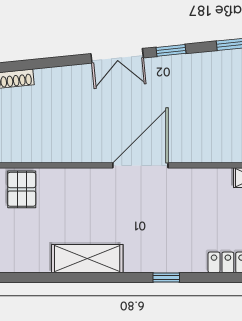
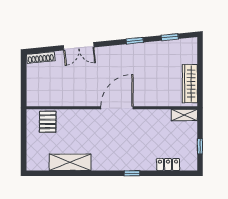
double door: (117, 56) -> (79, 46), moved
shelving: (87, 259) -> (70, 162), moved

